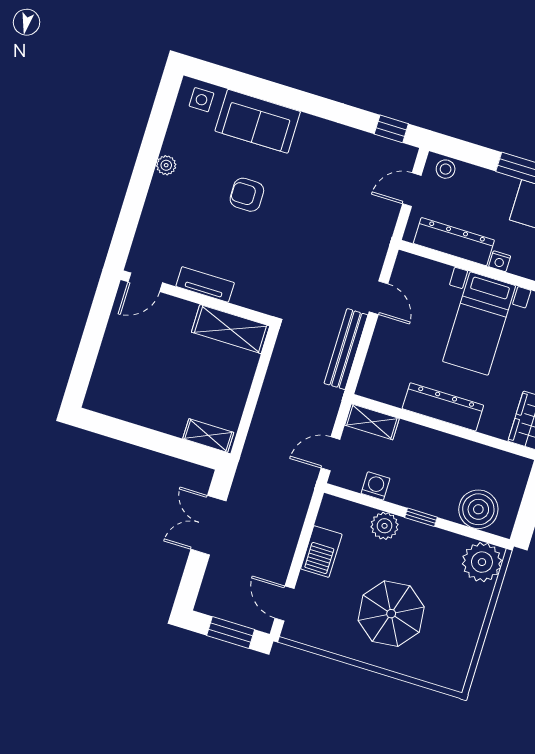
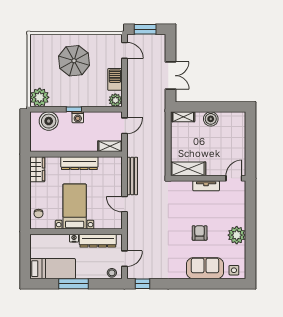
plant: (166, 165) -> (237, 235), width x1.88, depth x1.88
armchair: (247, 195) -> (200, 233), turned -90
boiler: (155, 414) -> (211, 119), added
washing machine: (376, 486) -> (78, 117), moved
plant: (385, 526) -> (115, 100), moved

